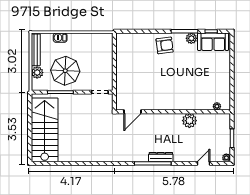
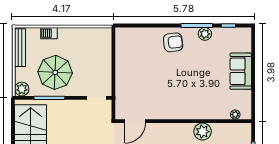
sofa: (213, 42) -> (241, 71), moved, turned 90
plant: (37, 73) -> (22, 89), moved

